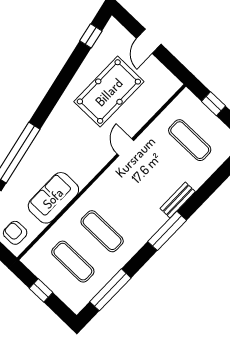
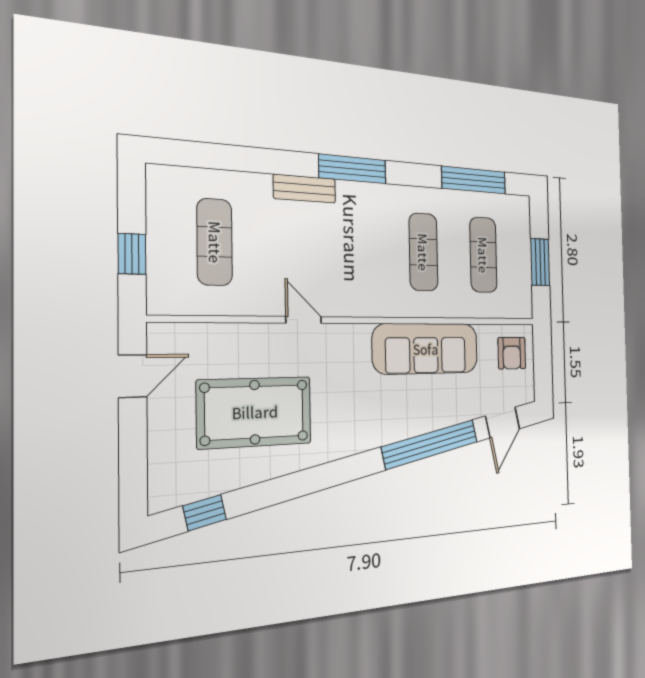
door: (149, 41) -> (133, 376), moved
door: (125, 147) -> (304, 320), swing flipped
sofa: (53, 198) -> (426, 349), width x1.36
window: (41, 290) -> (540, 262), width x1.50

